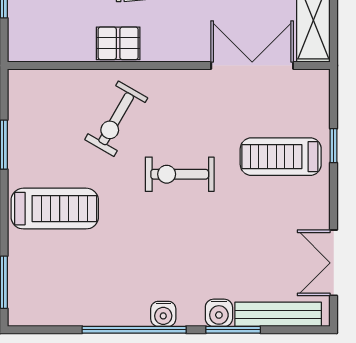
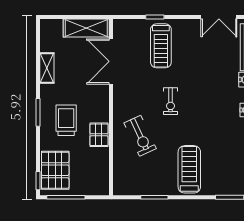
exercise bike: (116, 119) -> (140, 136), turned 35
exercise bike: (180, 174) -> (171, 101), width x0.73, depth x0.72

